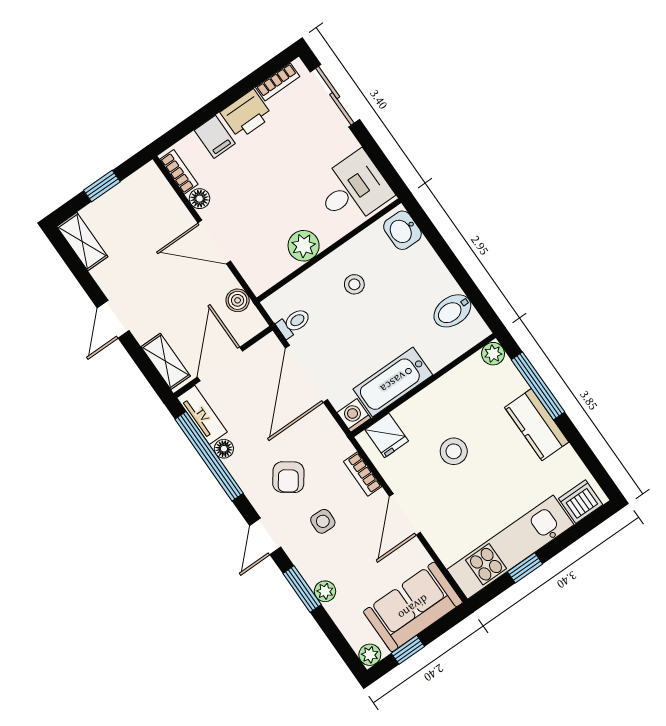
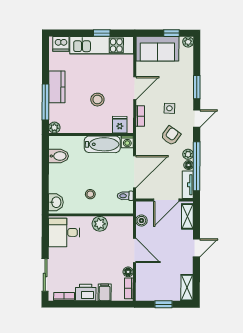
plant: (325, 591) -> (188, 154), moved

